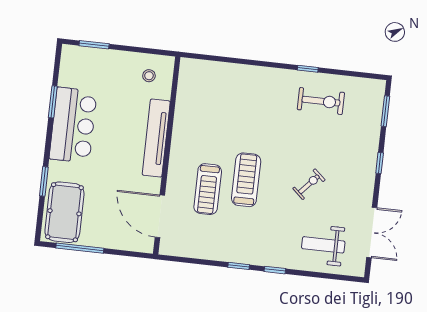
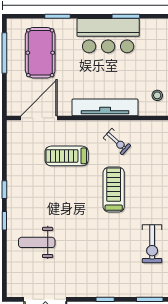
treadmill: (246, 180) -> (114, 190), moved, turned -90
exercise bike: (309, 184) -> (117, 142), moved
pool table: (64, 212) -> (40, 53), moved, turned 90
weight bench: (323, 245) -> (37, 242), moved, turned -90

